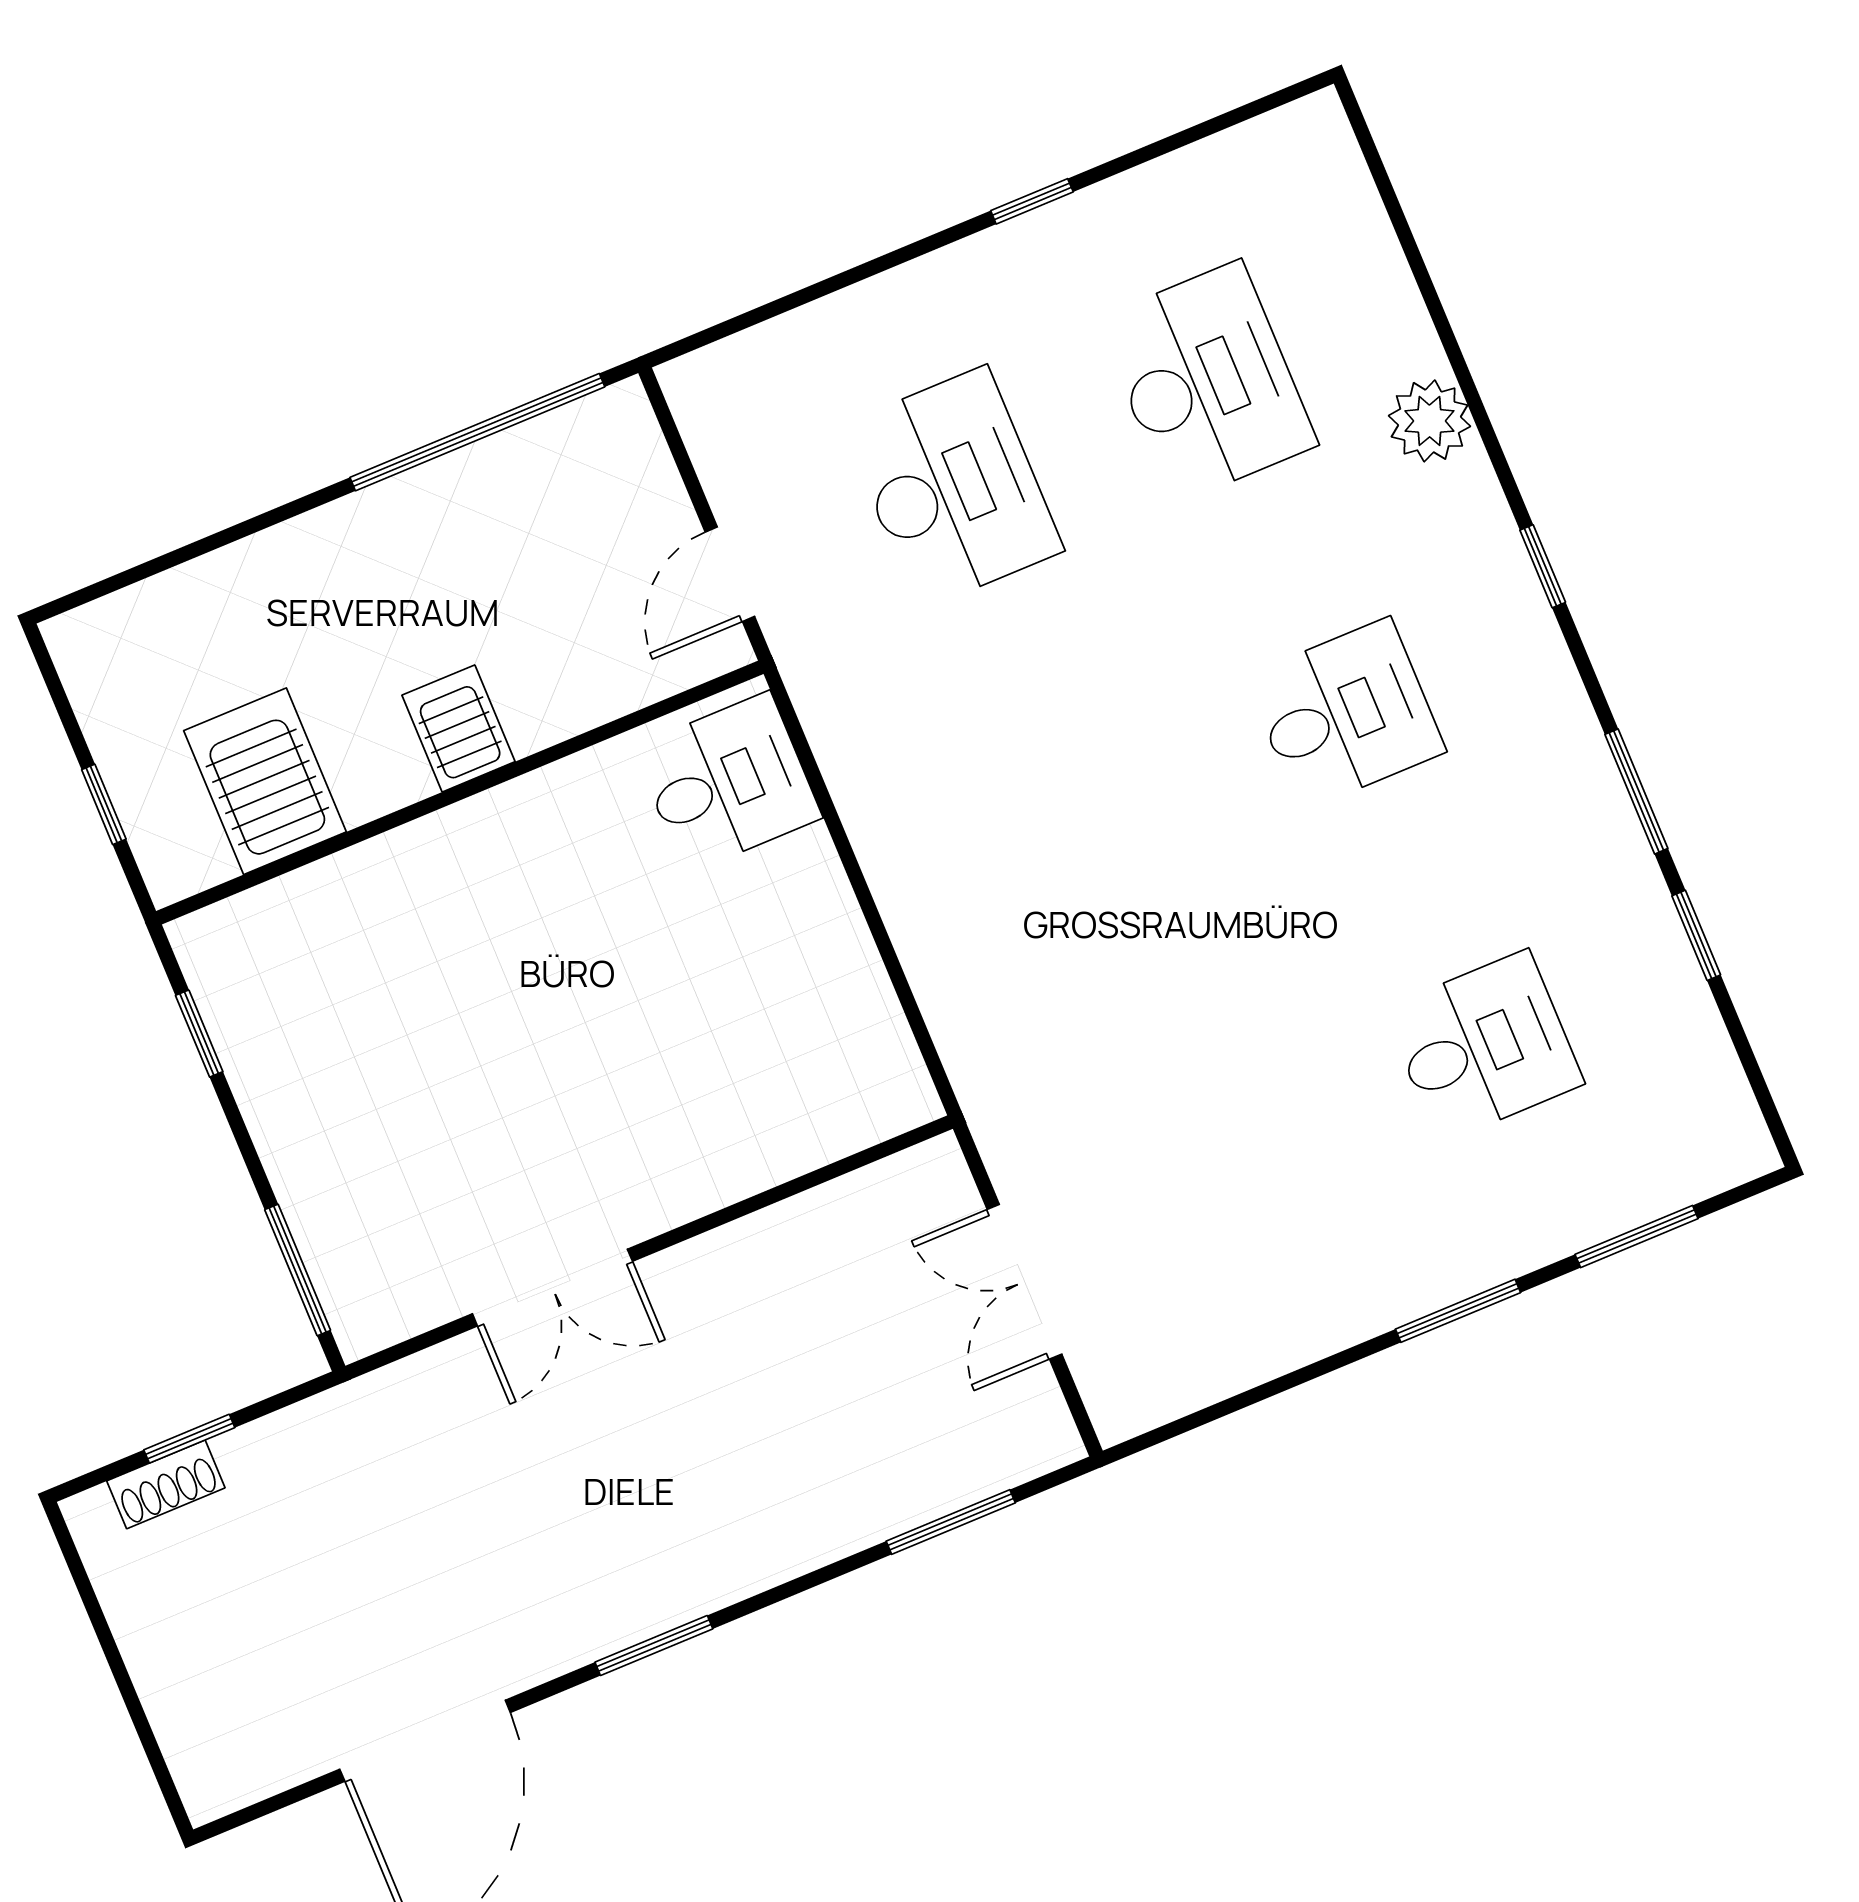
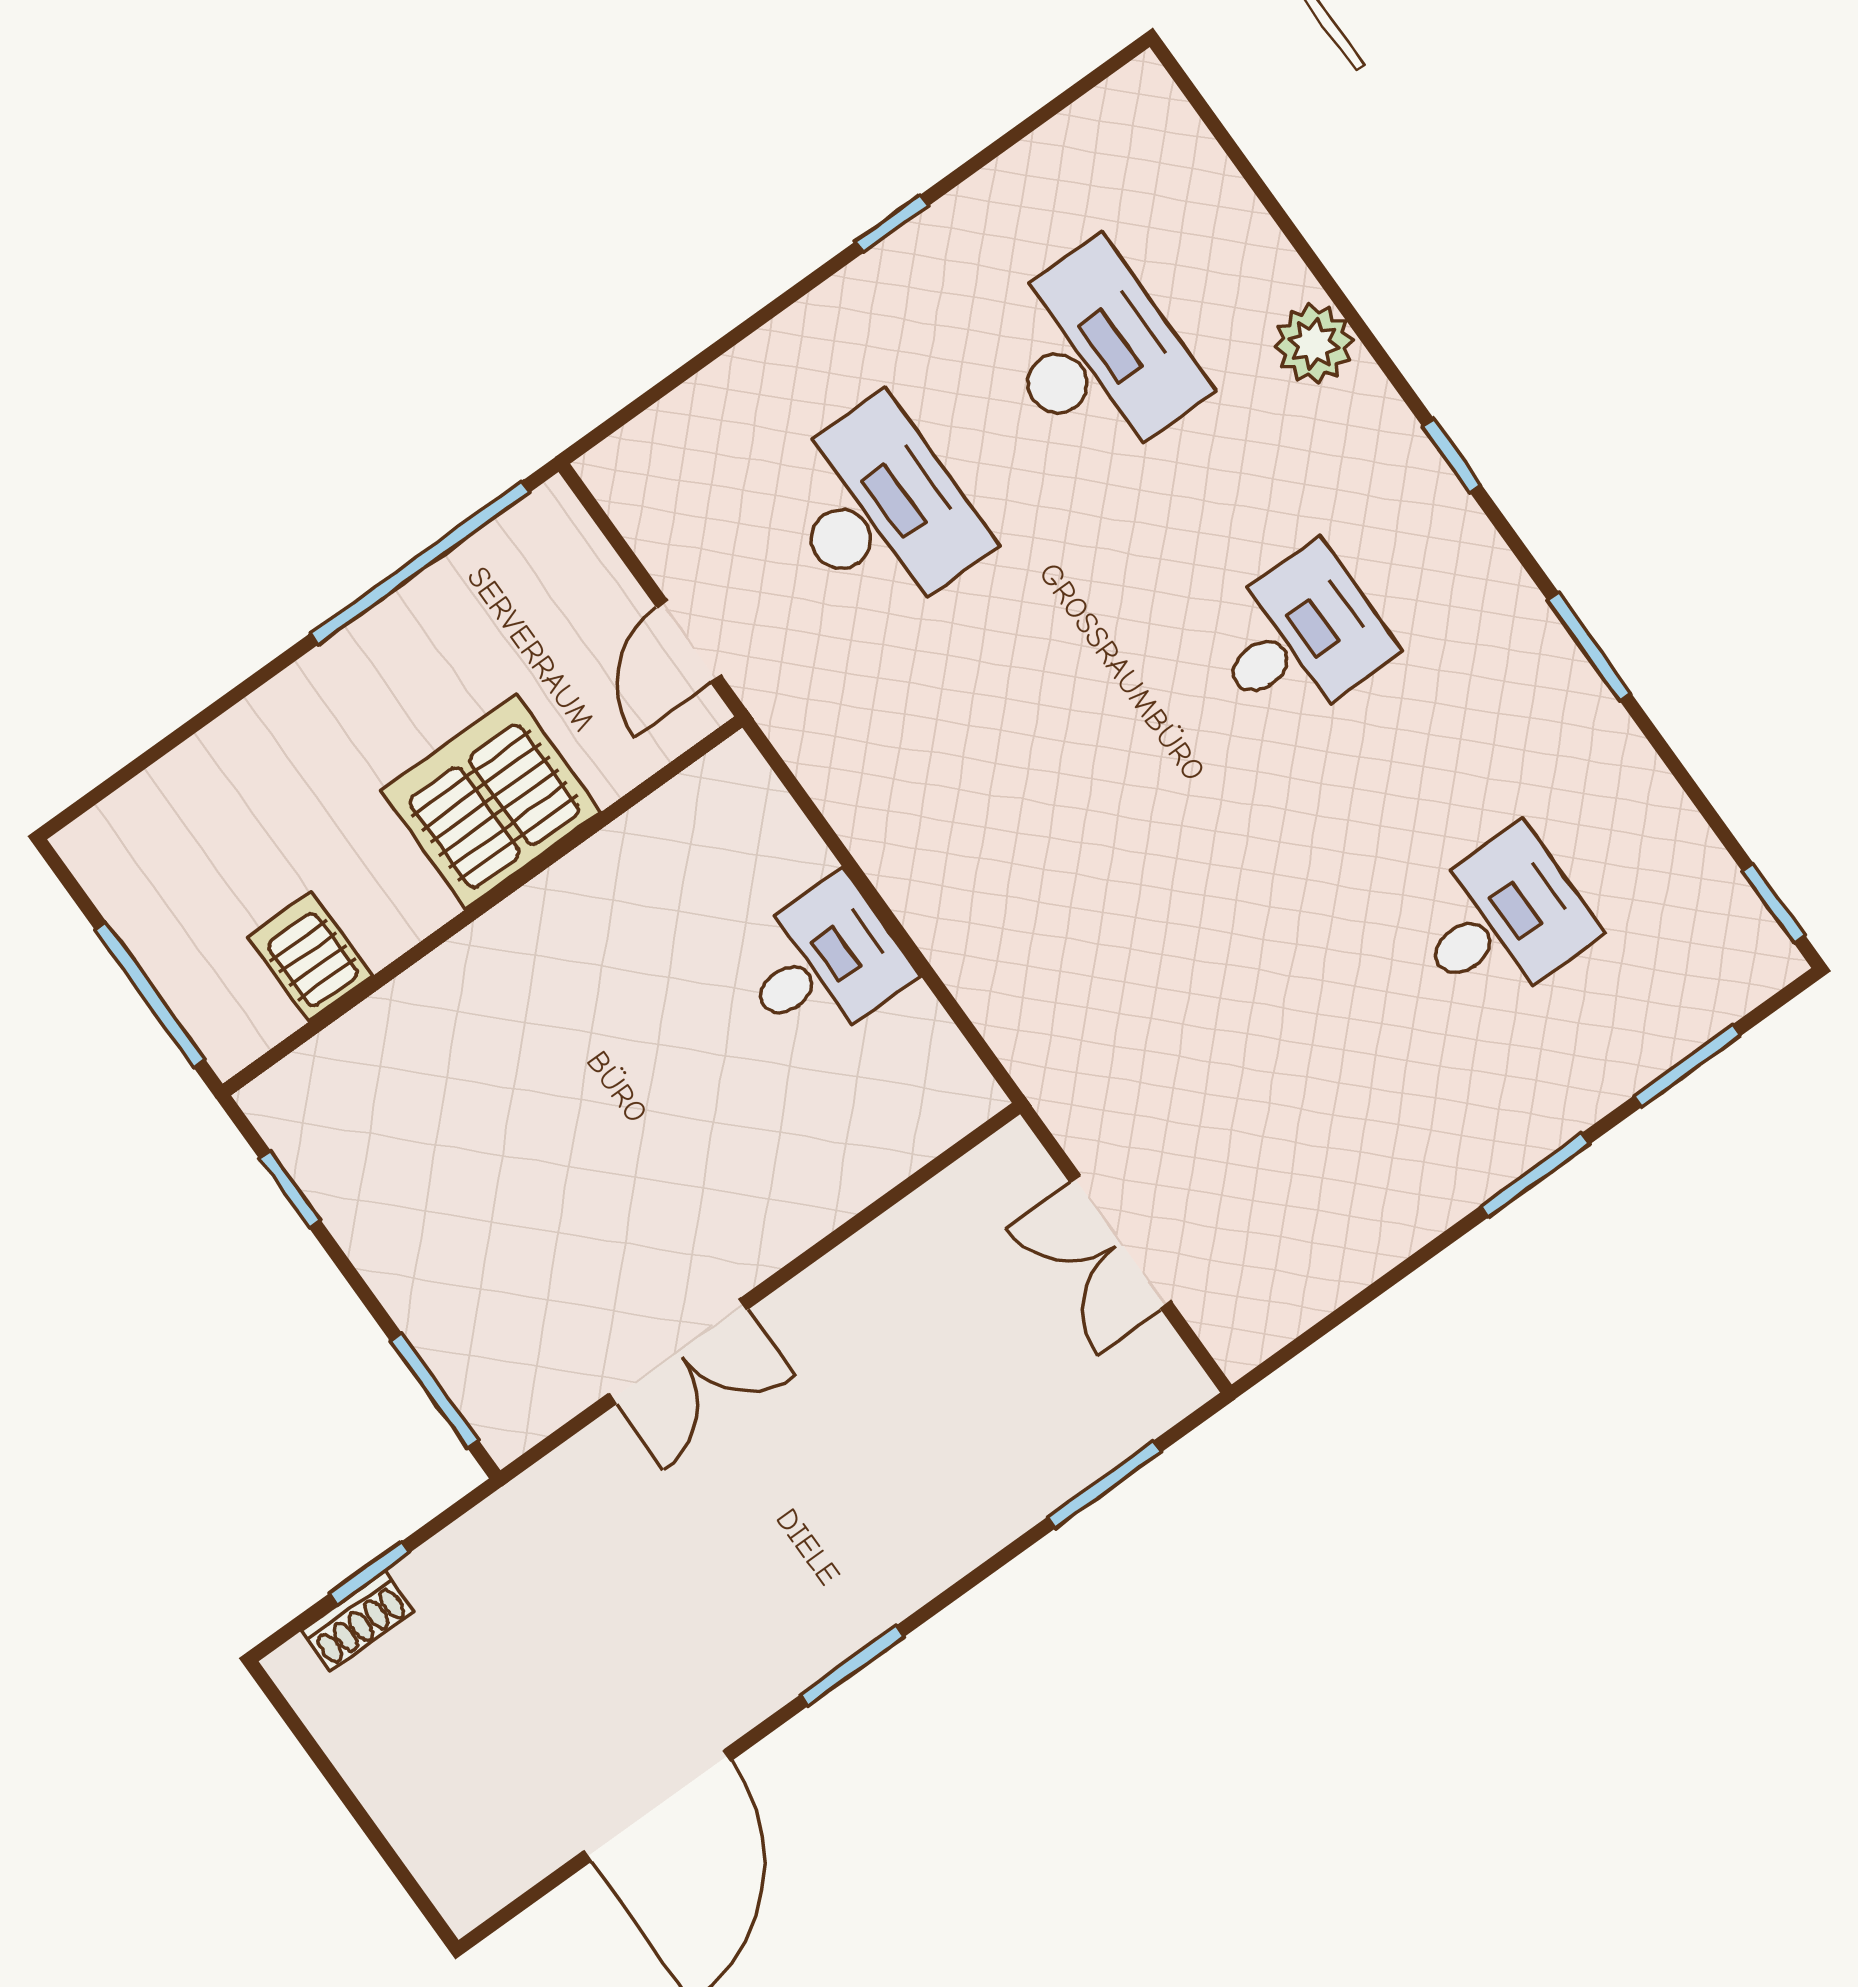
server rack: (459, 728) -> (491, 801), width x2.18, depth x1.44
server rack: (265, 781) -> (310, 956), width x0.73, depth x0.70
desk: (728, 783) -> (823, 963), moved
window: (104, 804) -> (150, 995), width x2.17
window: (1696, 935) -> (1773, 903), moved

